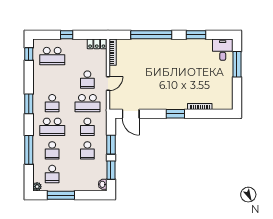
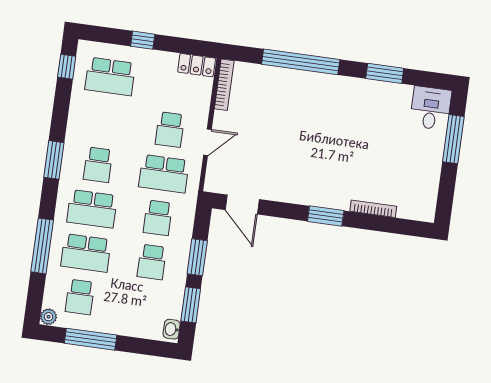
school desk: (52, 150) -> (86, 253), width x1.85

